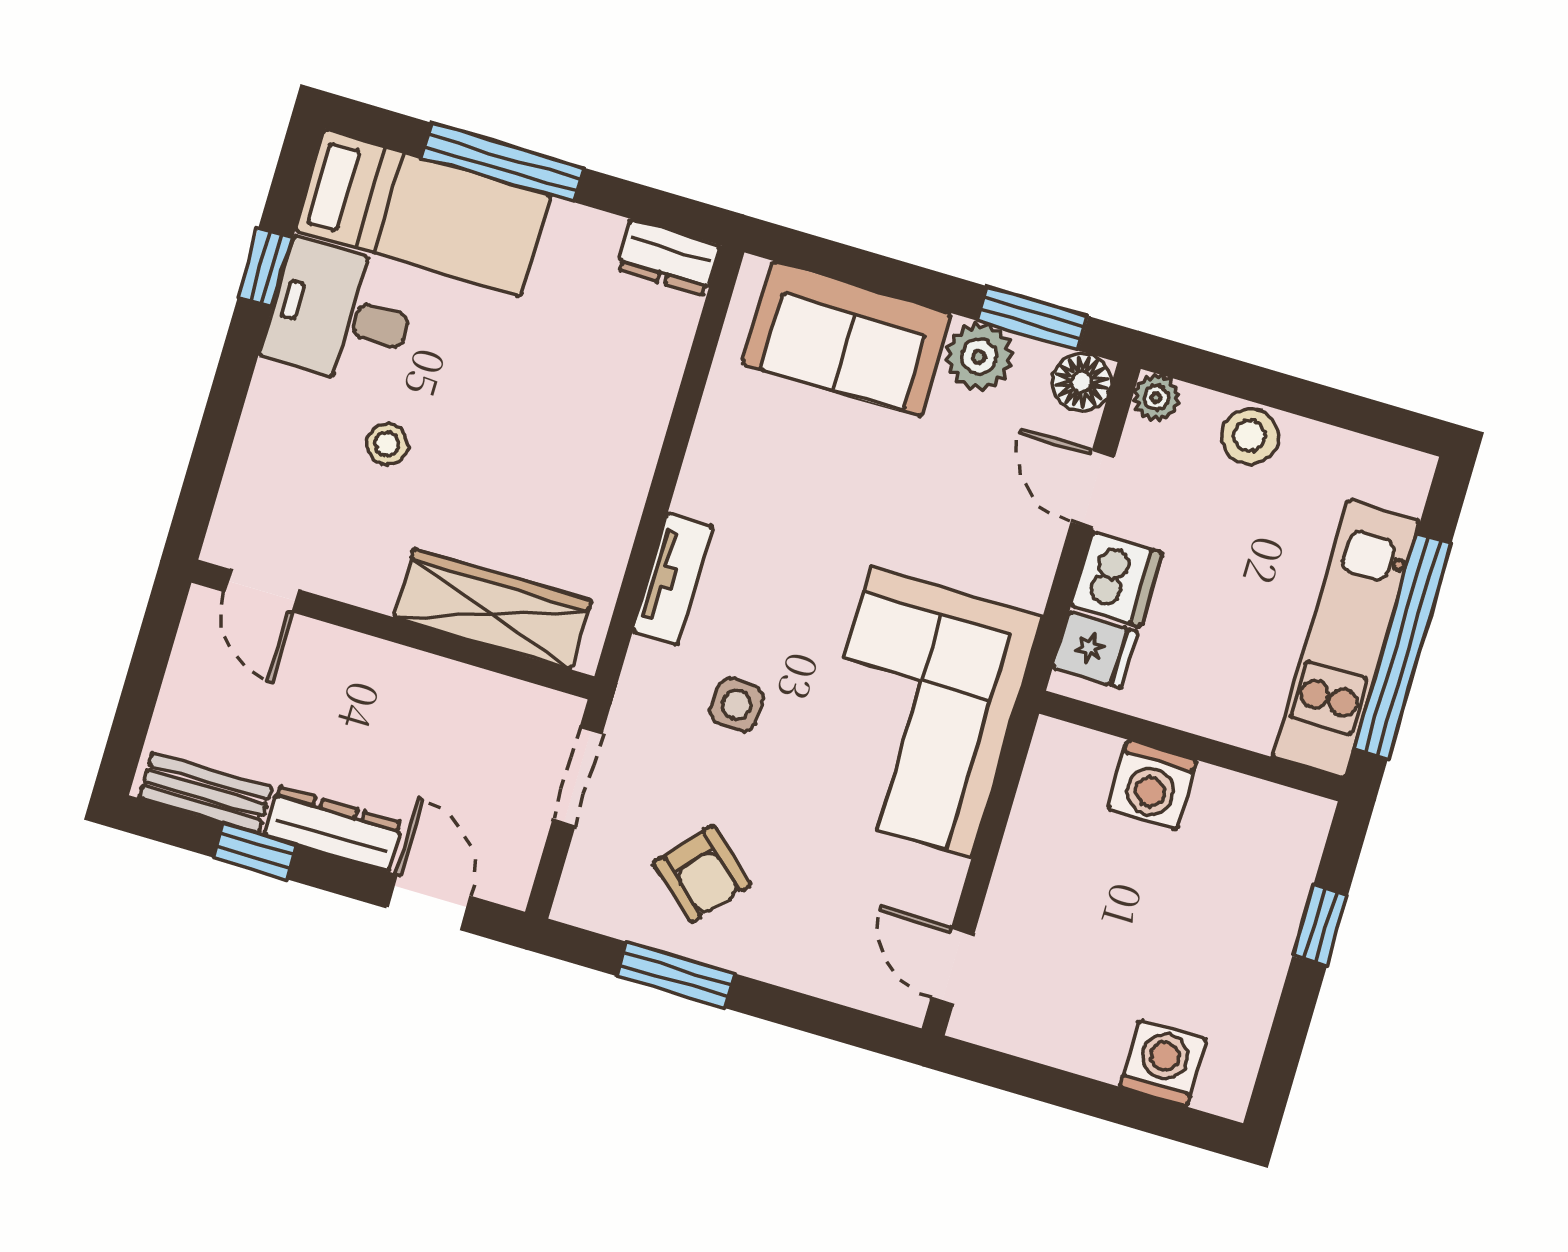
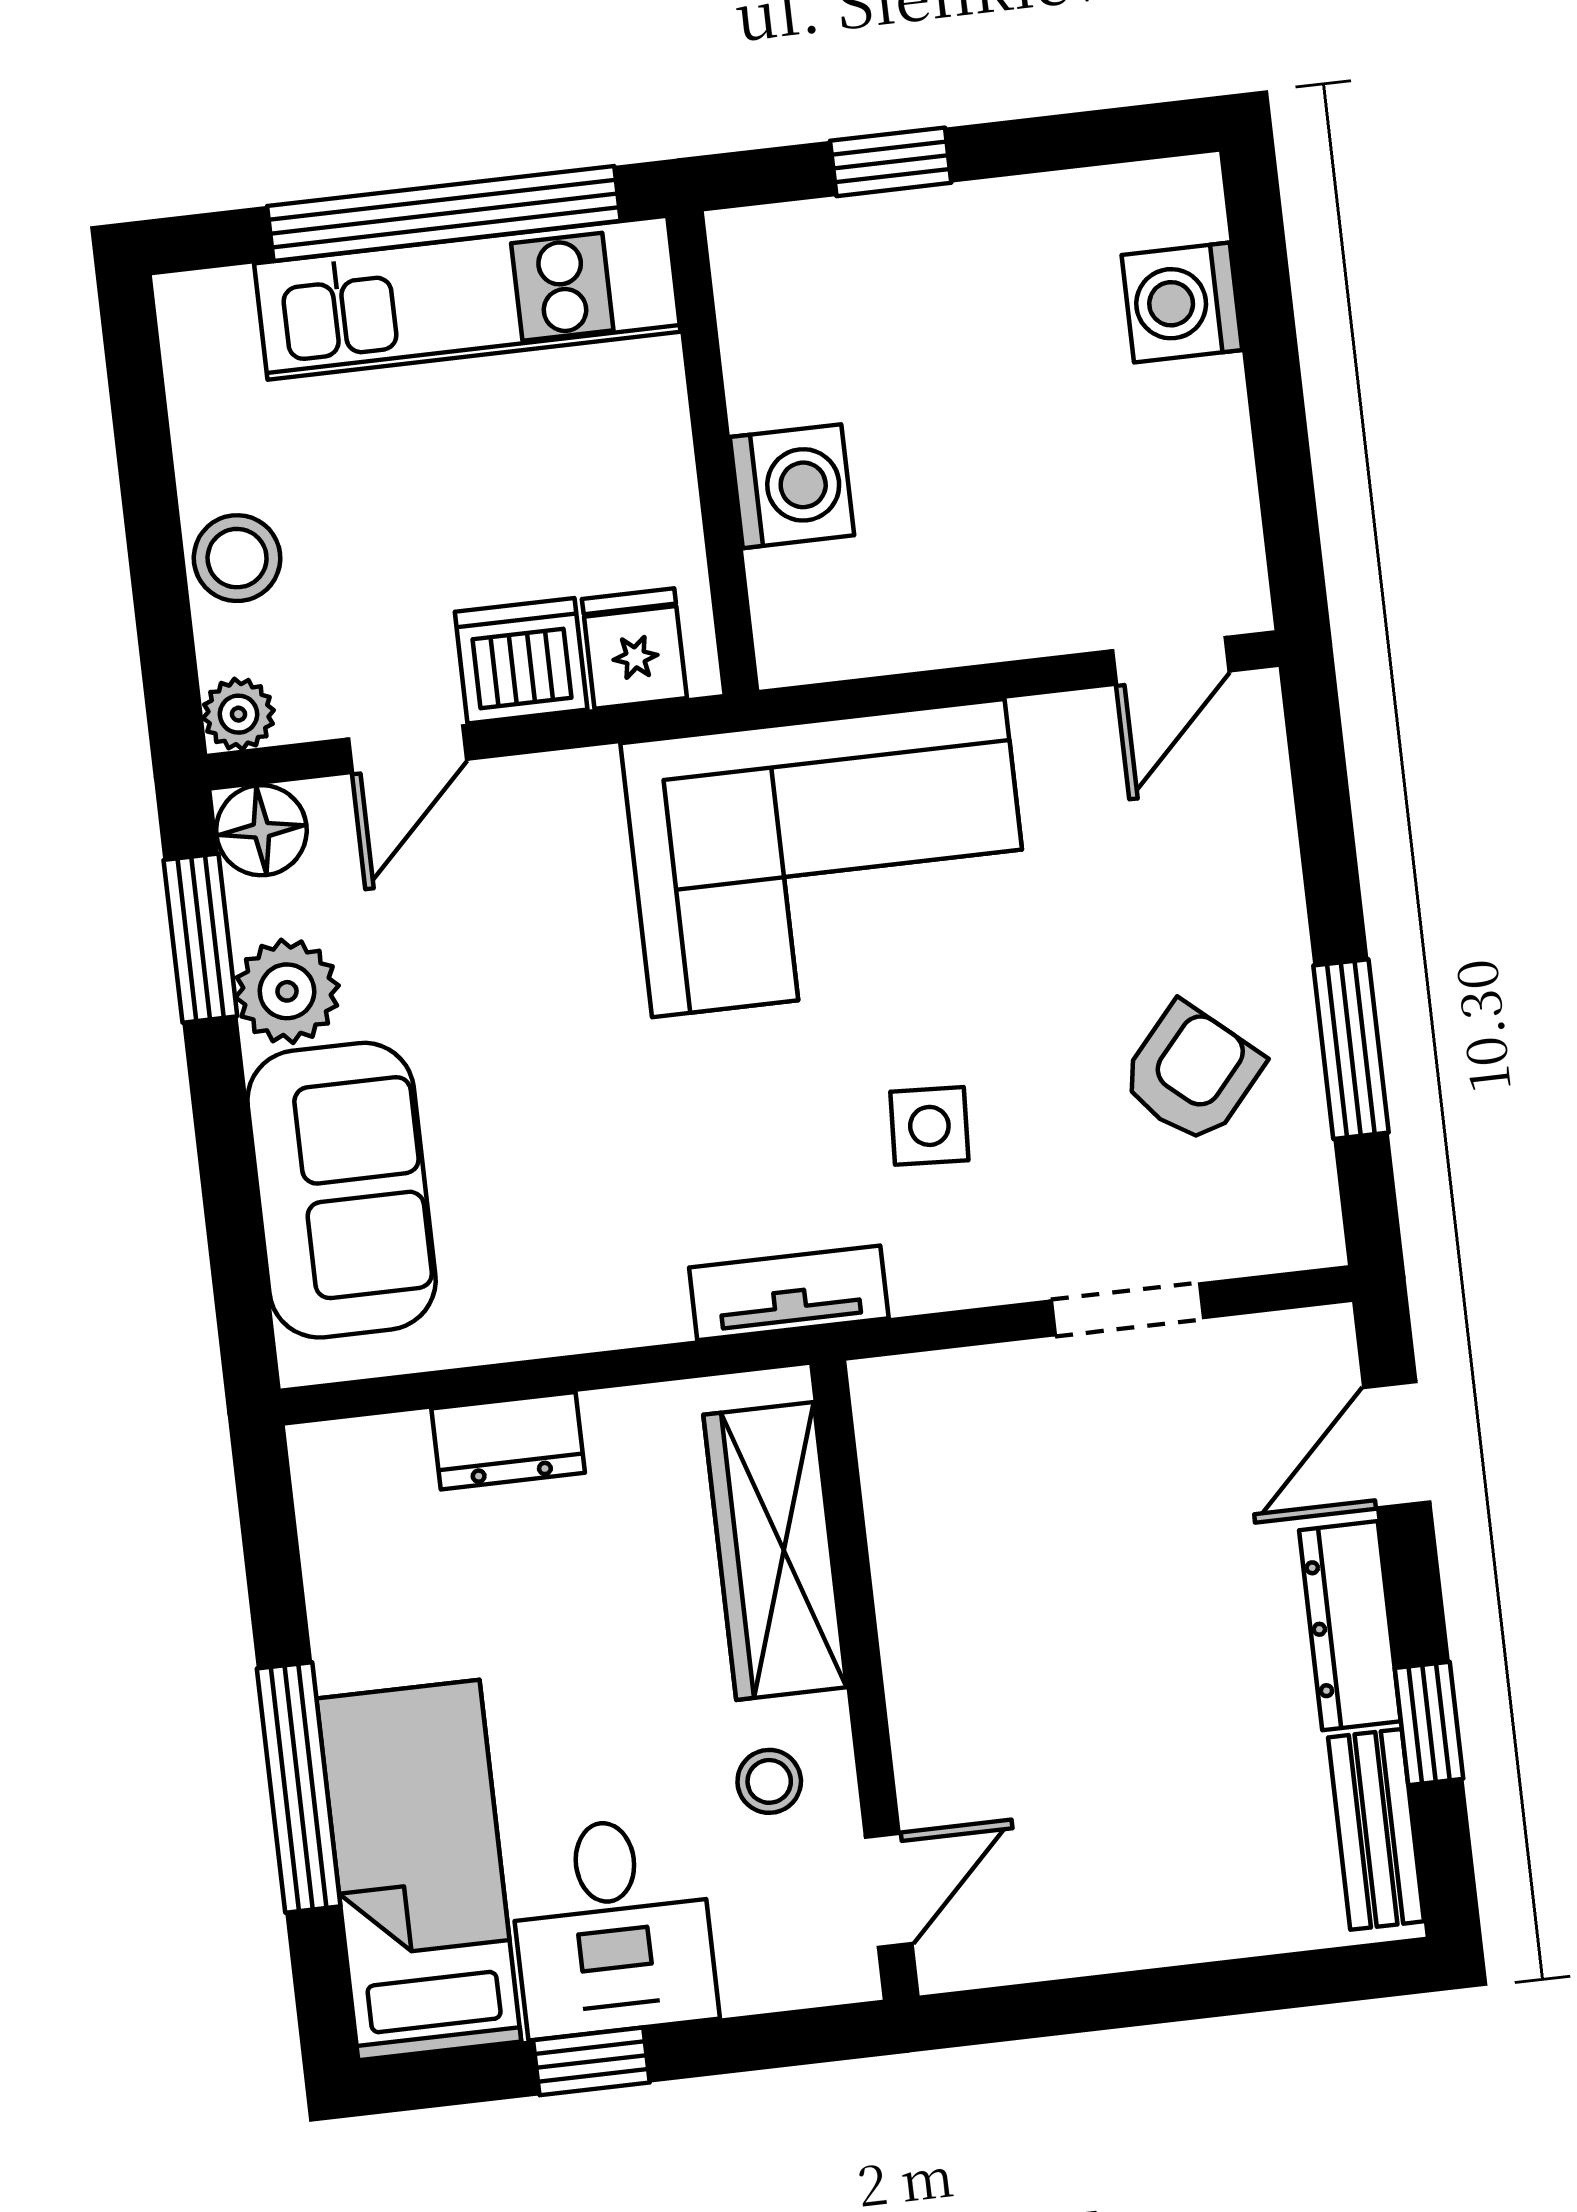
dresser: (669, 257) -> (508, 1441), moved, turned 90
door: (262, 591) -> (889, 1890), moved
wardrobe: (492, 609) -> (775, 1551), moved
wall: (393, 629) -> (864, 1680), moved

